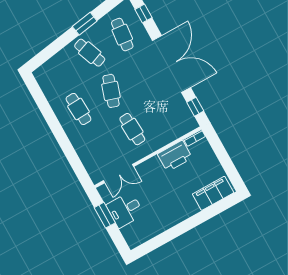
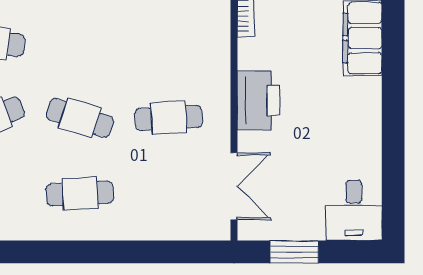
printer: (175, 156) -> (259, 100), moved
desk: (125, 210) -> (354, 210), moved

